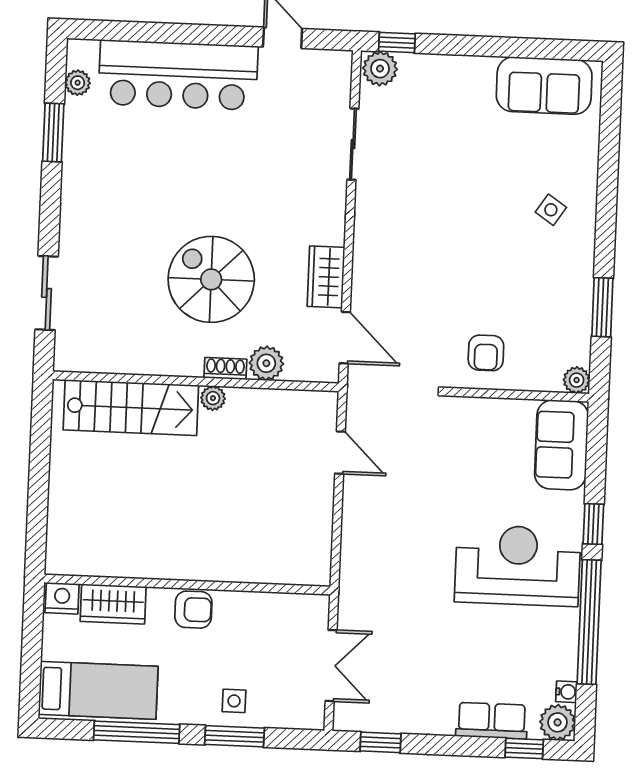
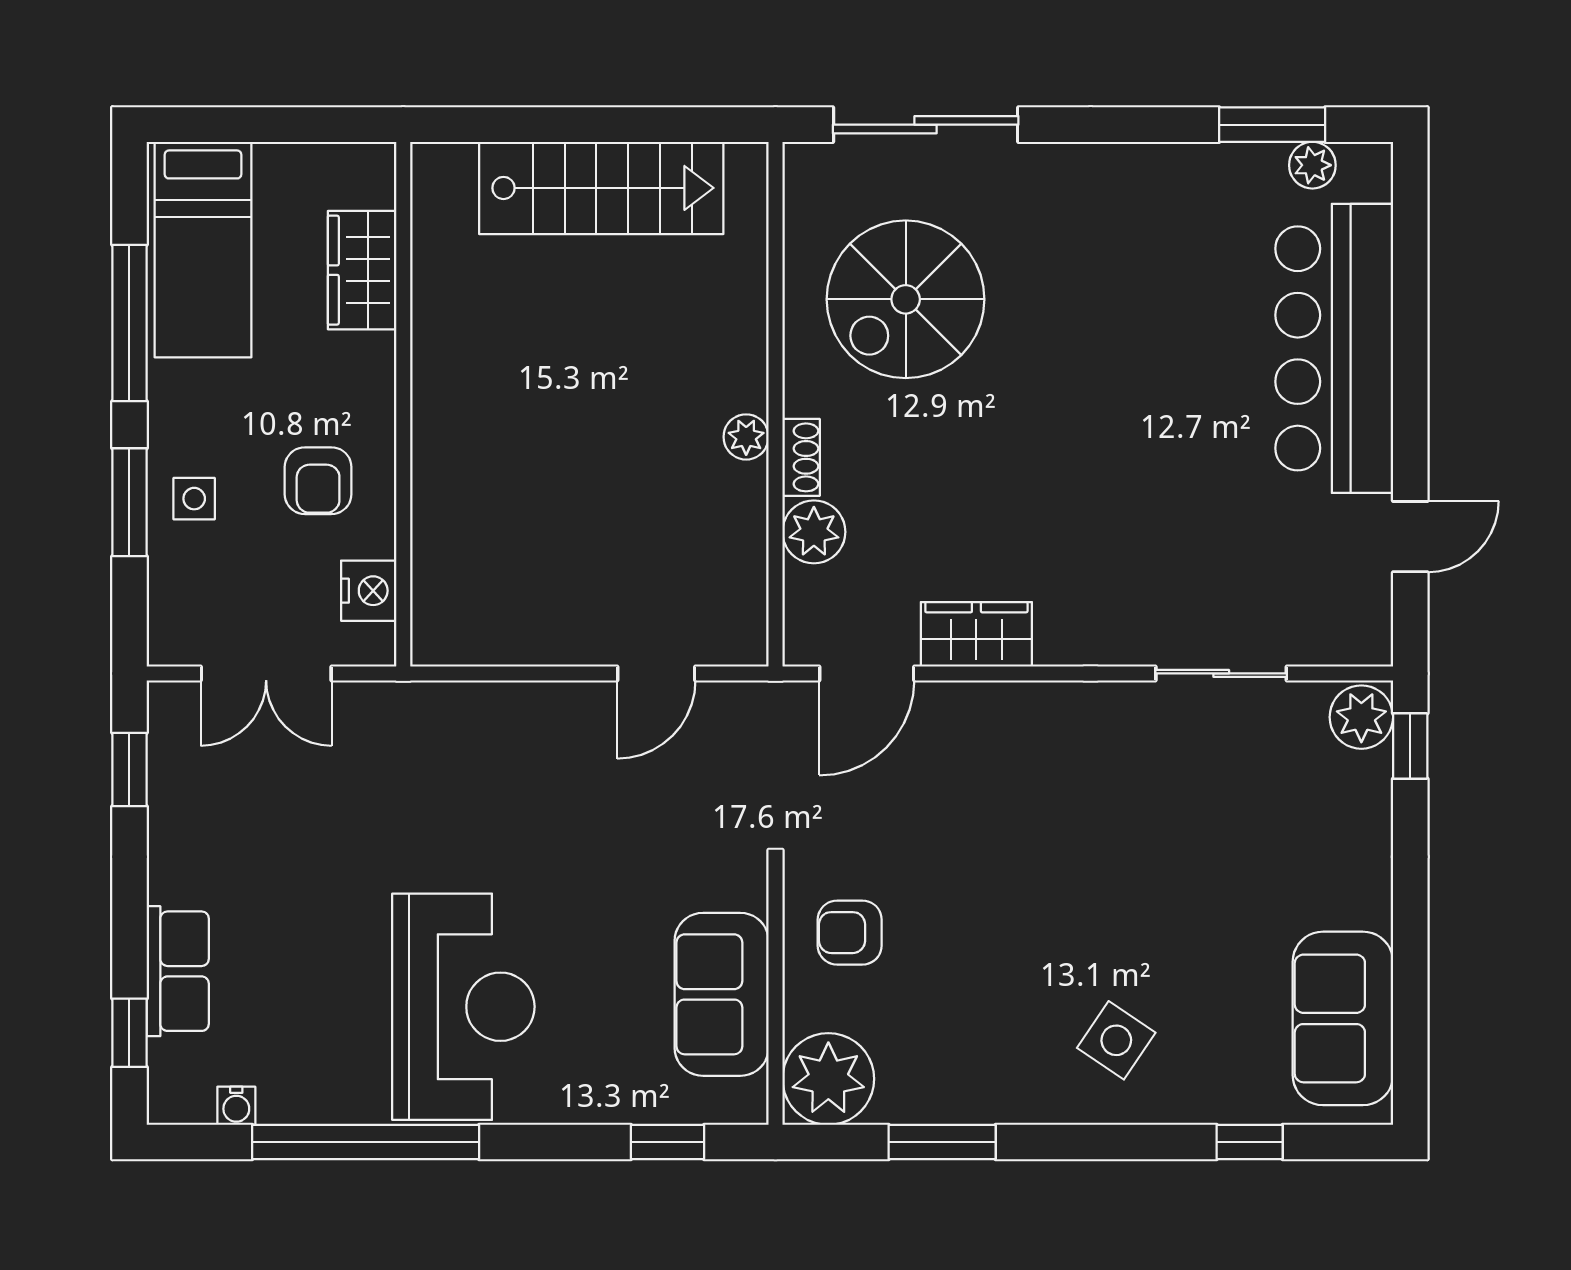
window: (53, 133) -> (1272, 125), moved
window: (609, 139) -> (1250, 1142), added
side table: (551, 210) -> (1116, 1040), width x1.37, depth x1.37
spiral stairs: (211, 279) -> (906, 299), moved, turned 180
sliding door: (47, 293) -> (926, 125), width x1.37
plant: (577, 380) -> (828, 1079), width x1.88, depth x1.88
stairs: (131, 408) -> (601, 188), moved, turned -90
sofa: (561, 445) -> (722, 994), moved, turned -90
window: (593, 524) -> (667, 1142), moved
nightstand: (62, 598) -> (369, 591), moved
armchair: (193, 610) -> (318, 481), moved
plant: (558, 722) -> (180, 1092), removed

